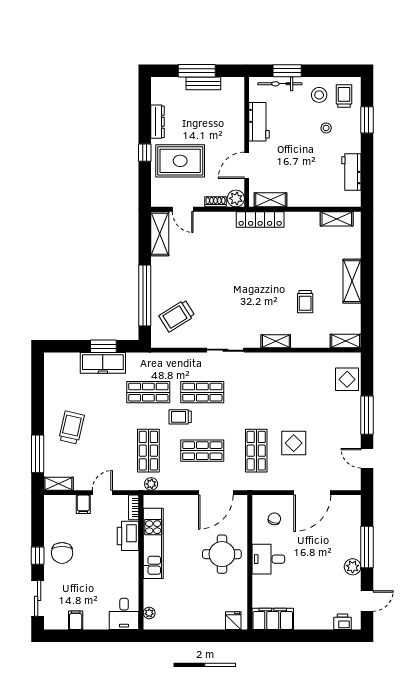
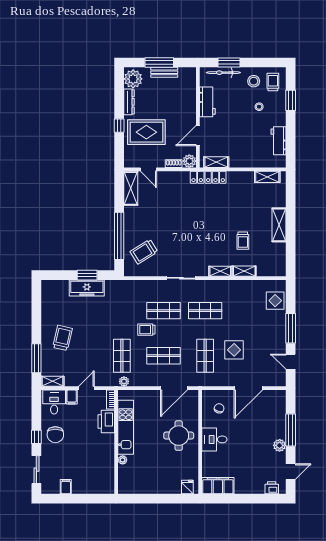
plant: (163, 92) -> (133, 79), added
shelving: (346, 341) -> (244, 271), moved
shop shelf: (148, 392) -> (205, 311), moved
plant: (149, 613) -> (123, 460), moved
desk: (124, 614) -> (54, 402), moved, turned 180

